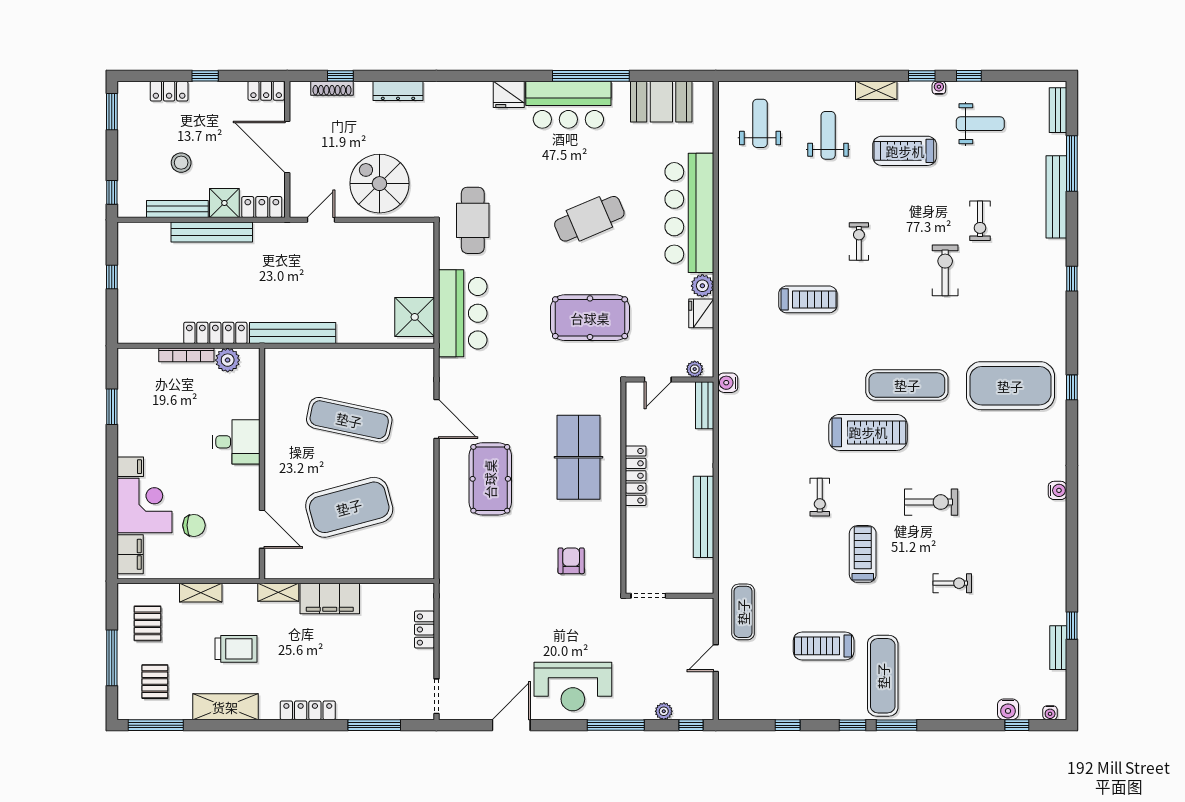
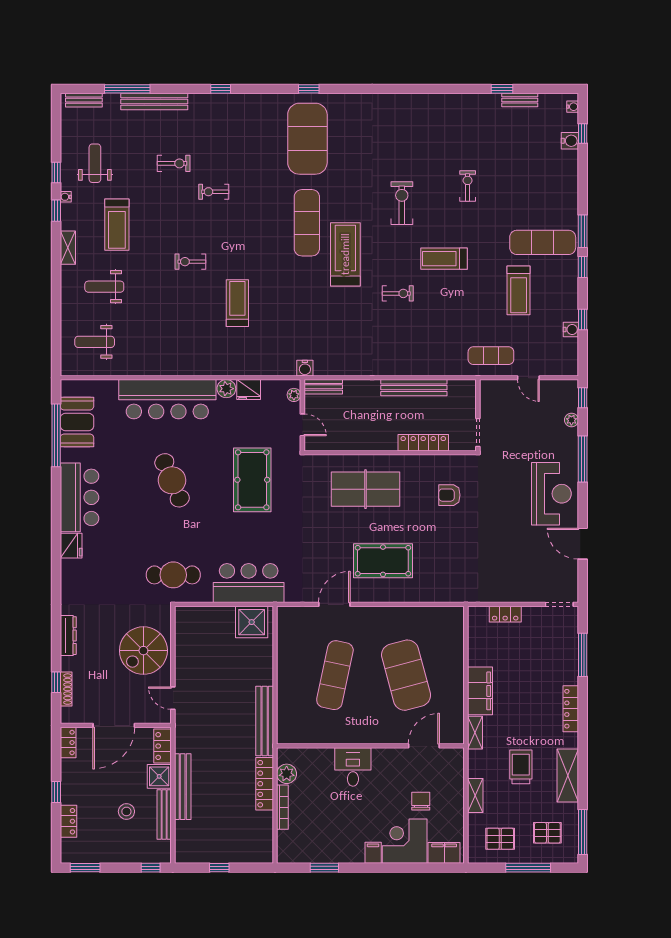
window: (591, 76) -> (56, 435), moved
exercise bike: (945, 270) -> (214, 192), width x0.73, depth x0.72
locker: (636, 476) -> (423, 443), moved
water cooler: (1057, 490) -> (571, 329), moved, turned 90

